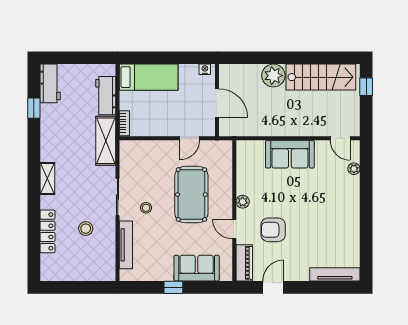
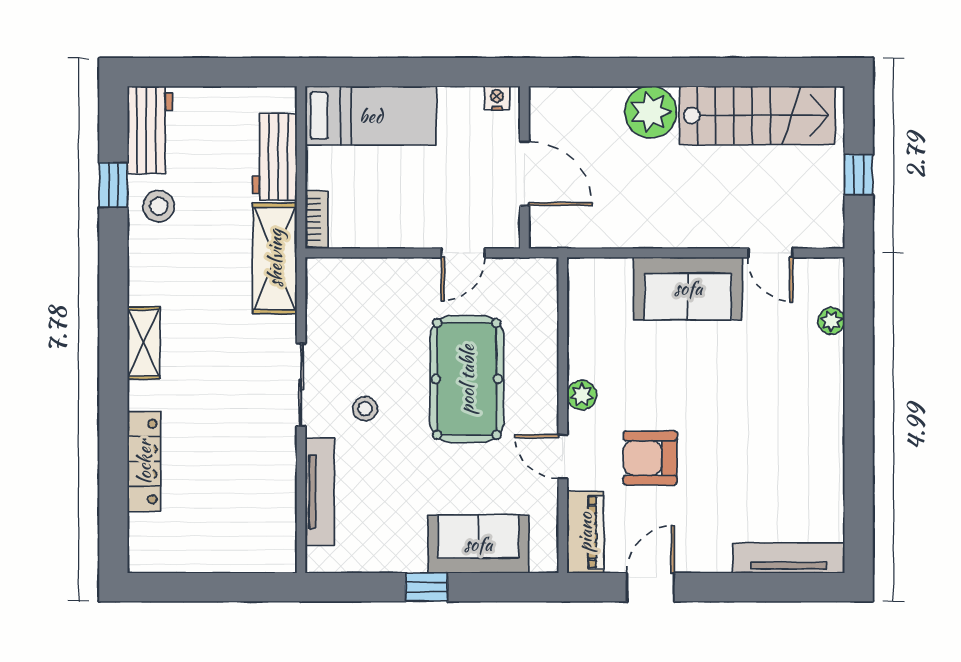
window: (366, 87) -> (859, 175), moved
door: (340, 138) -> (770, 253), moved
stool: (86, 229) -> (159, 206), moved

